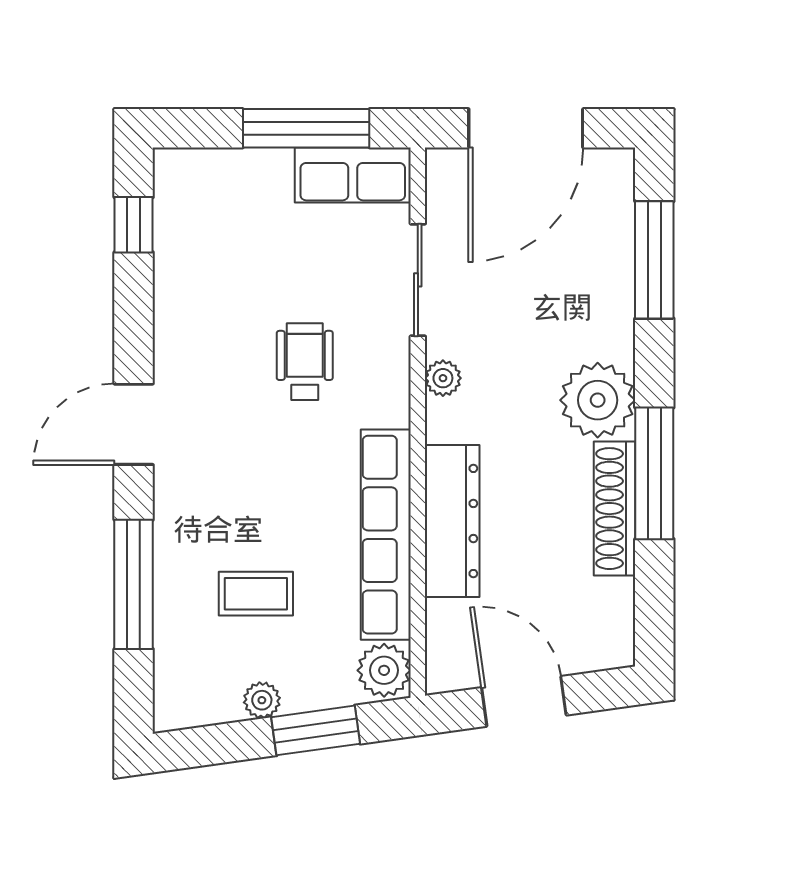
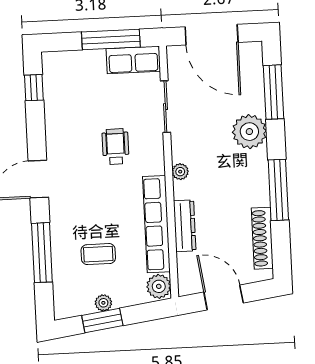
door: (526, 128) -> (212, 35), hinge flipped
plant: (443, 378) -> (180, 172), moved
plant: (598, 400) -> (249, 132), moved
shoe rack: (614, 509) -> (262, 238), moved
dresser: (452, 521) -> (185, 226), width x0.73, depth x0.80
window: (316, 730) -> (102, 320), moved

